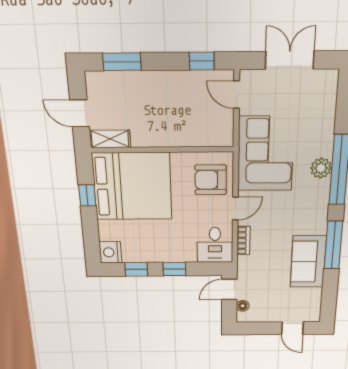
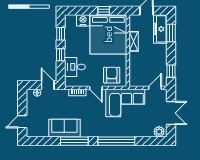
freezer: (115, 85) -> (160, 29), added
shelving: (110, 139) -> (134, 41), moved
plant: (321, 168) -> (159, 132), moved
desk: (215, 245) -> (75, 67), moved
nightstand: (110, 252) -> (83, 20), moved

